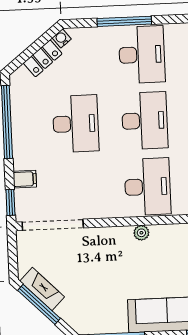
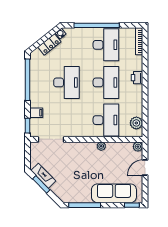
window: (124, 21) -> (97, 25), width x1.46
doorway: (53, 225) -> (51, 139), width x0.73
window: (39, 304) -> (41, 184), width x0.69

